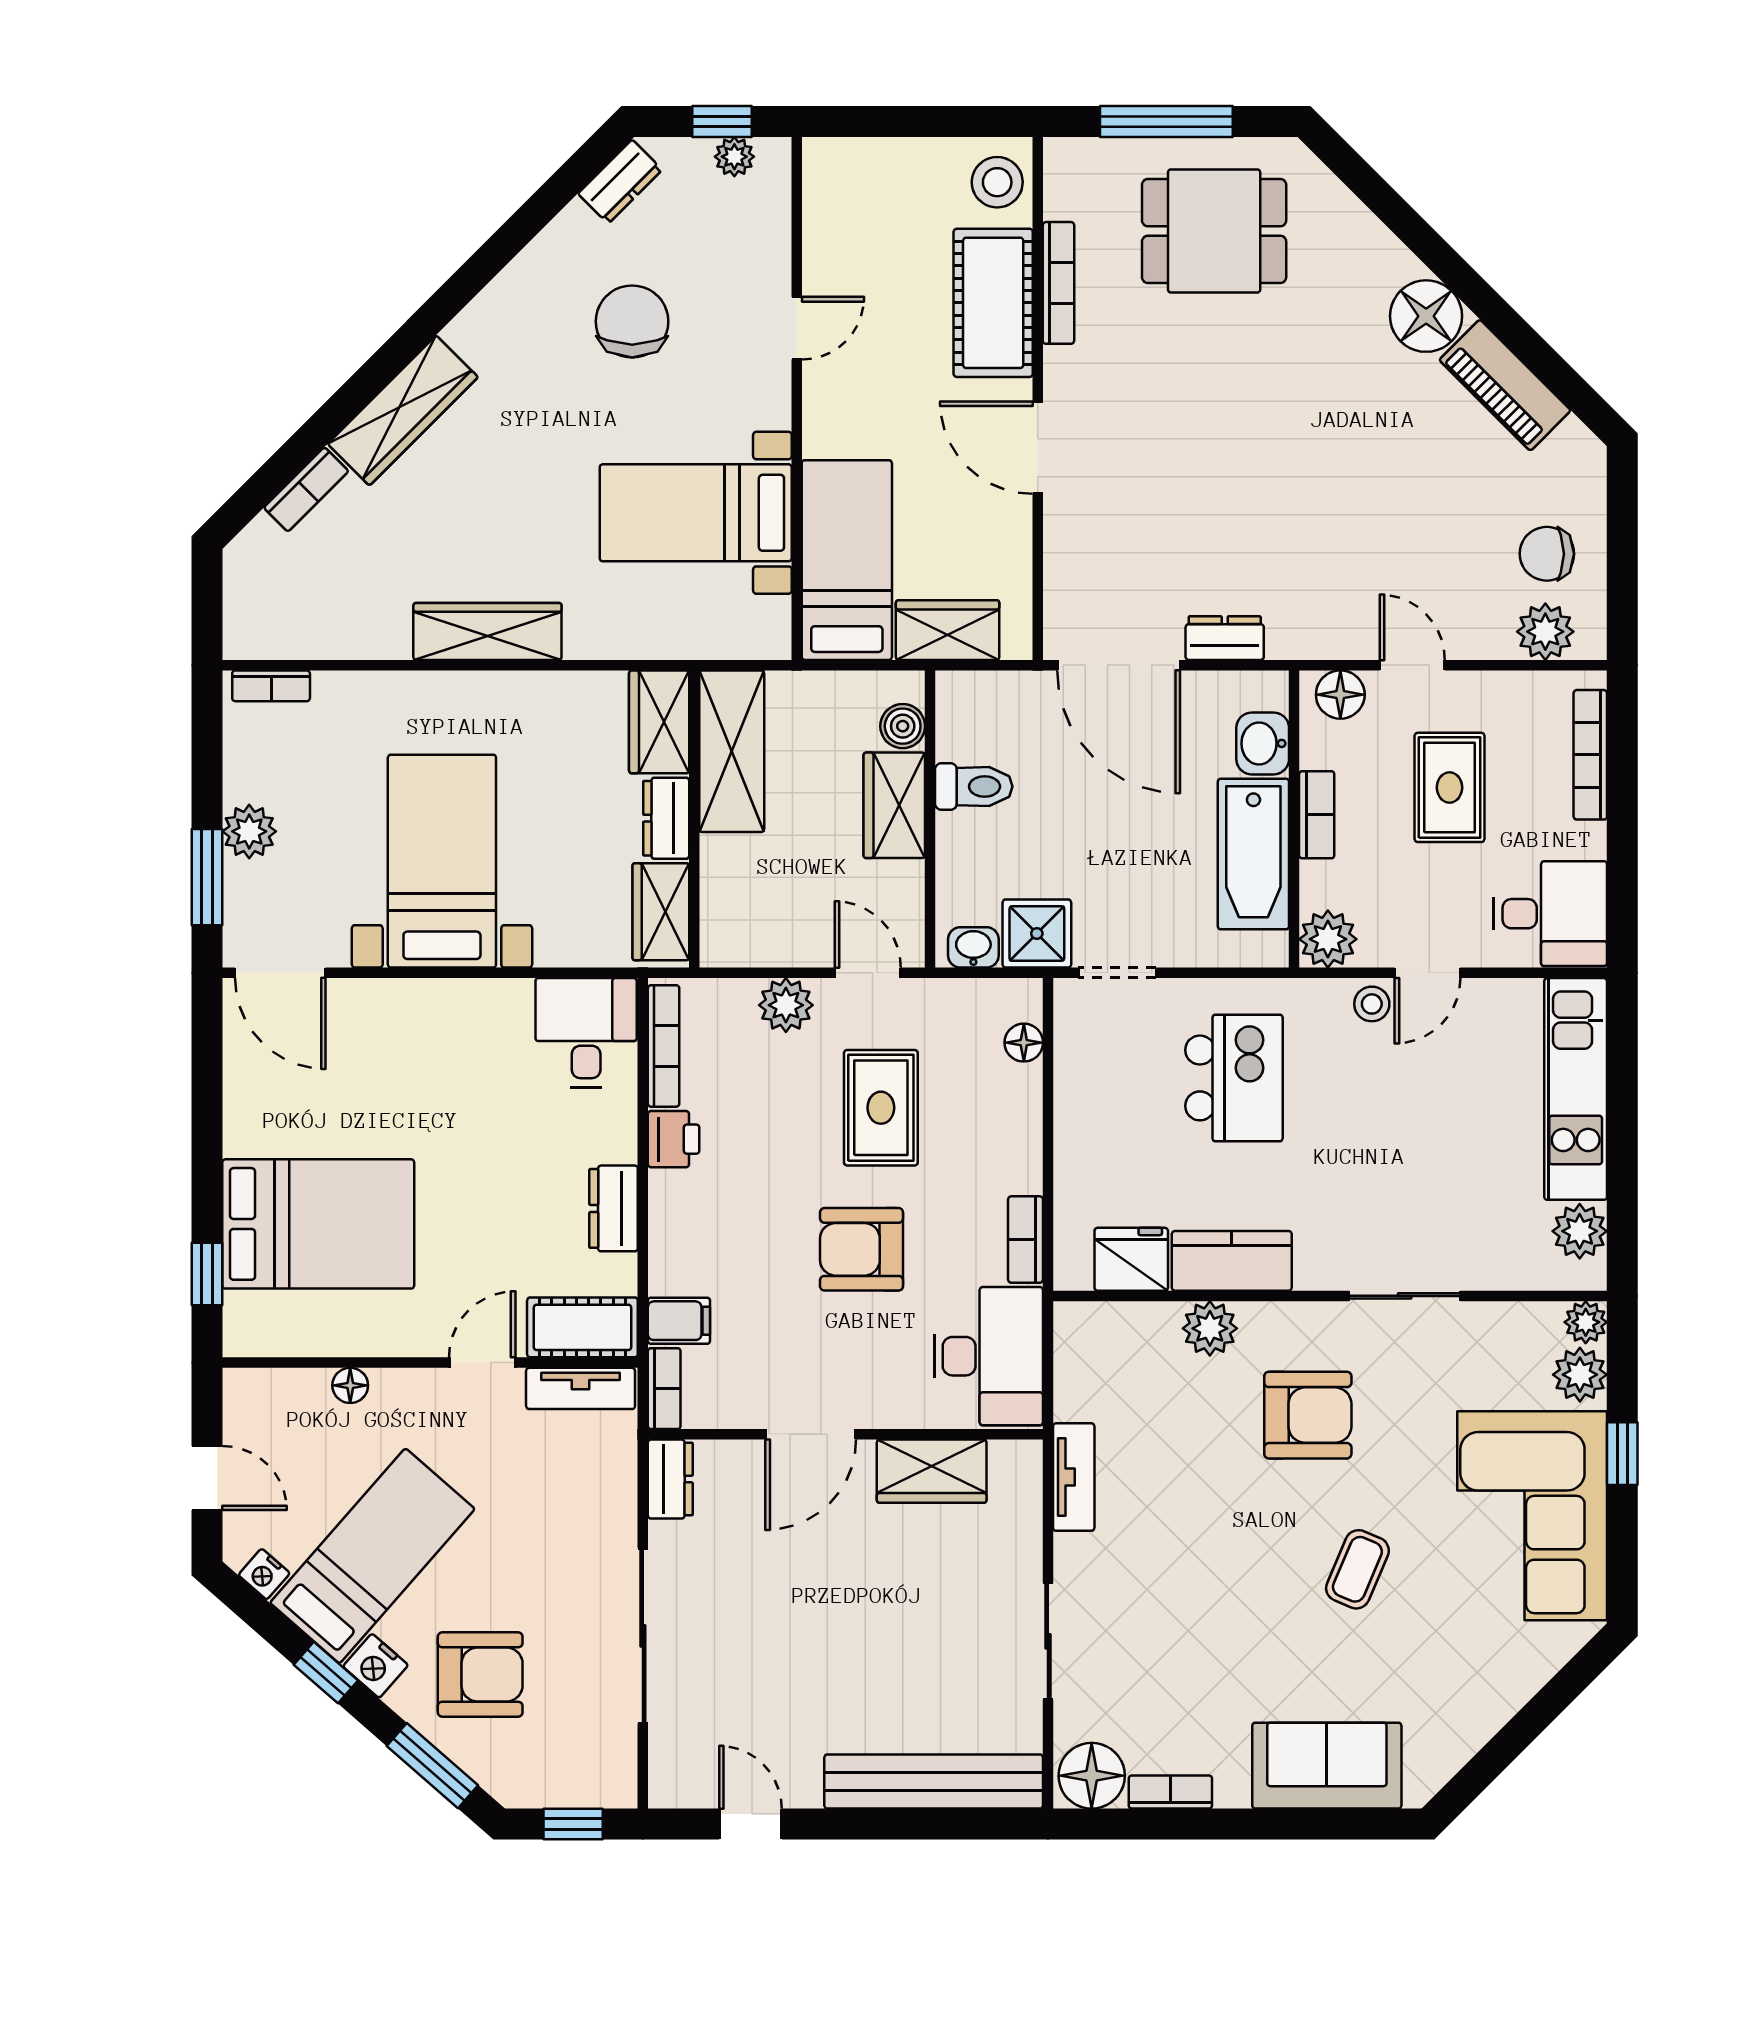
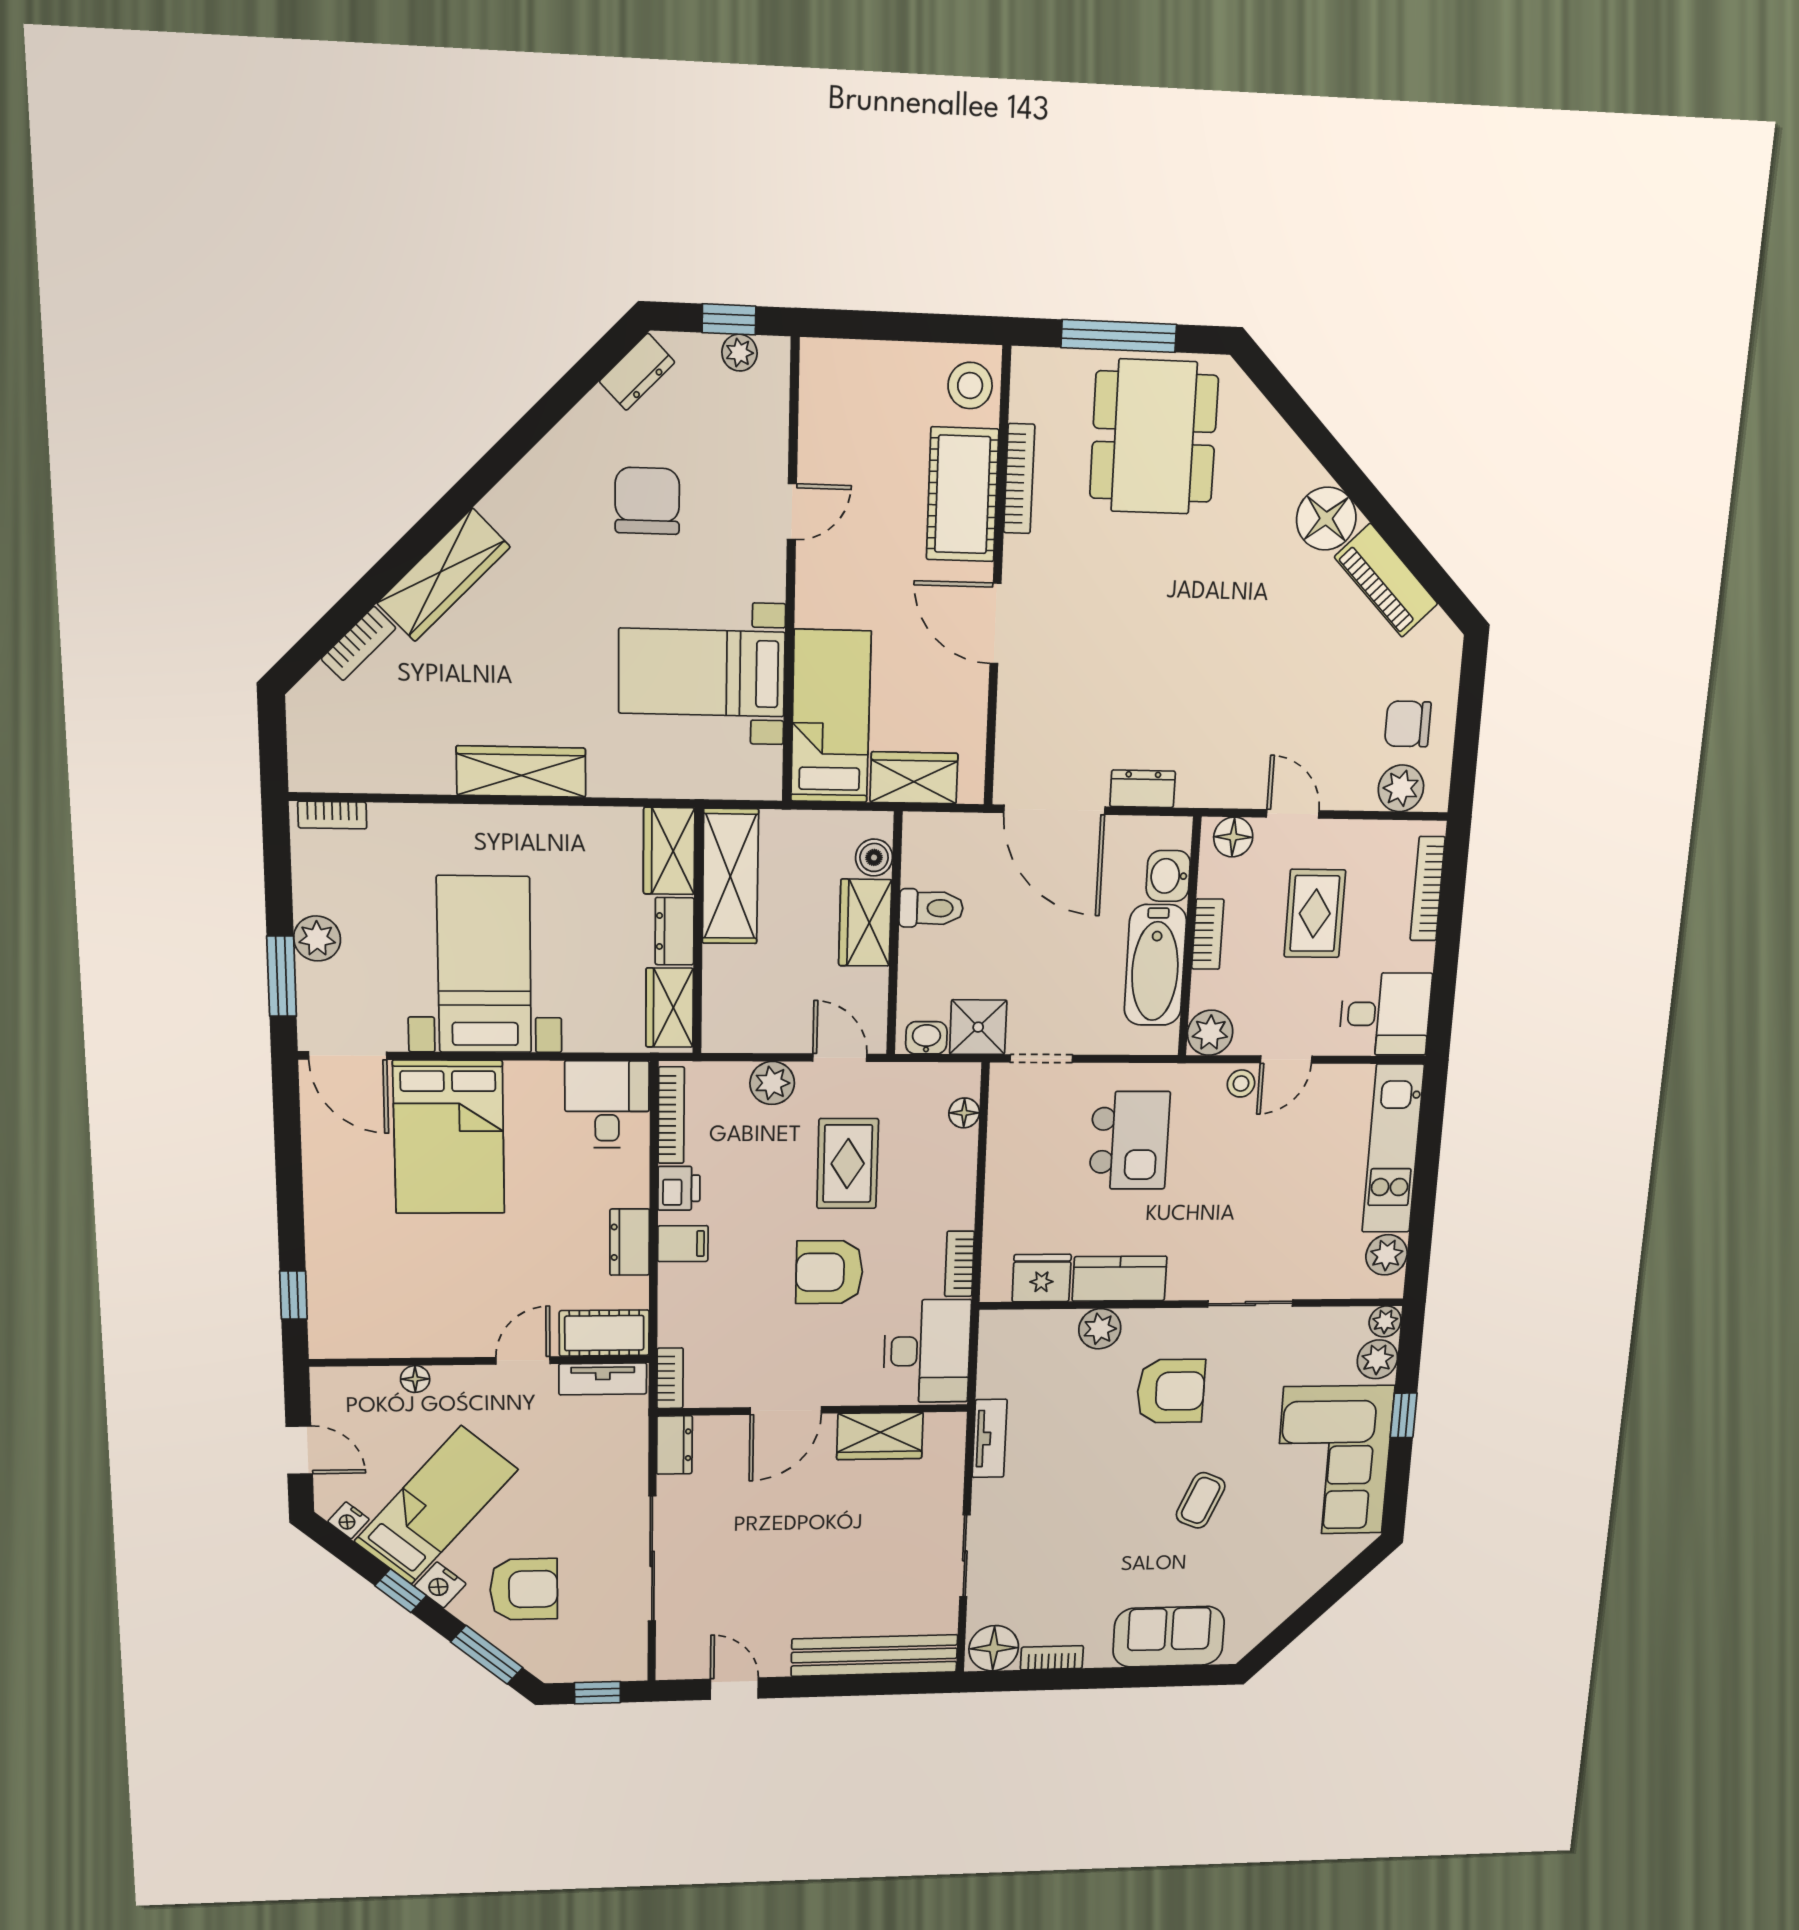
dining table: (1214, 231) -> (1154, 437), width x1.38
bed: (318, 1224) -> (449, 1137), moved, turned 90
filing cabinet: (679, 1321) -> (683, 1244), moved

